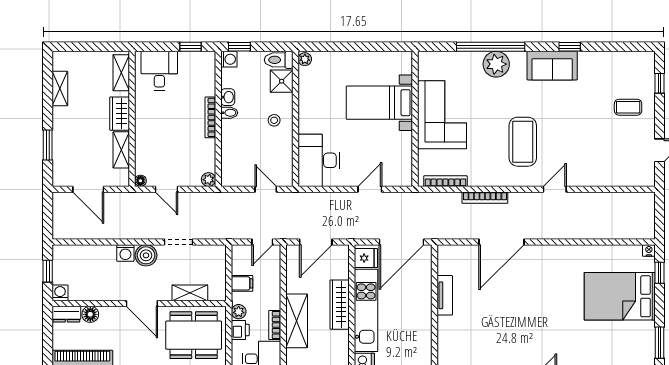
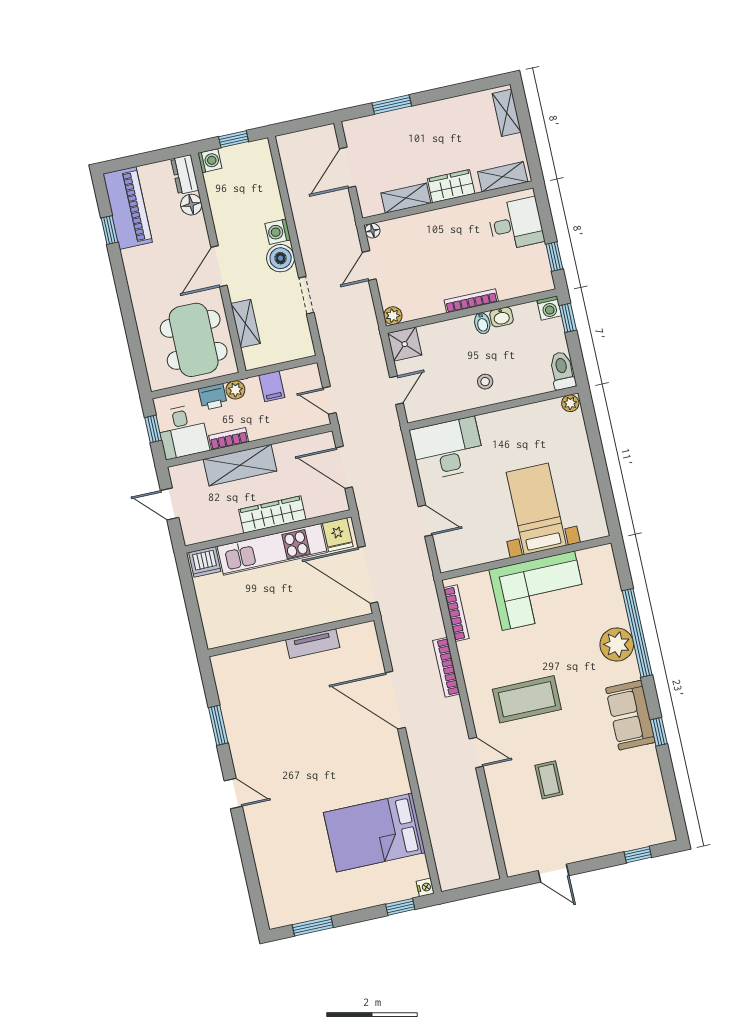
shower: (282, 81) -> (405, 344), moved
shelving: (60, 89) -> (507, 113), moved, turned 90
coffee table: (628, 107) -> (549, 780), moved
bed: (620, 296) -> (374, 833), moved, turned -90

